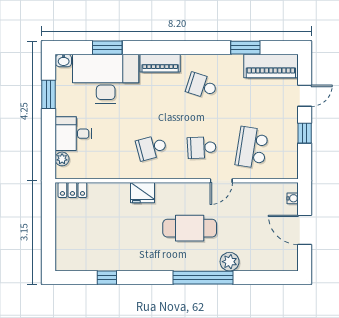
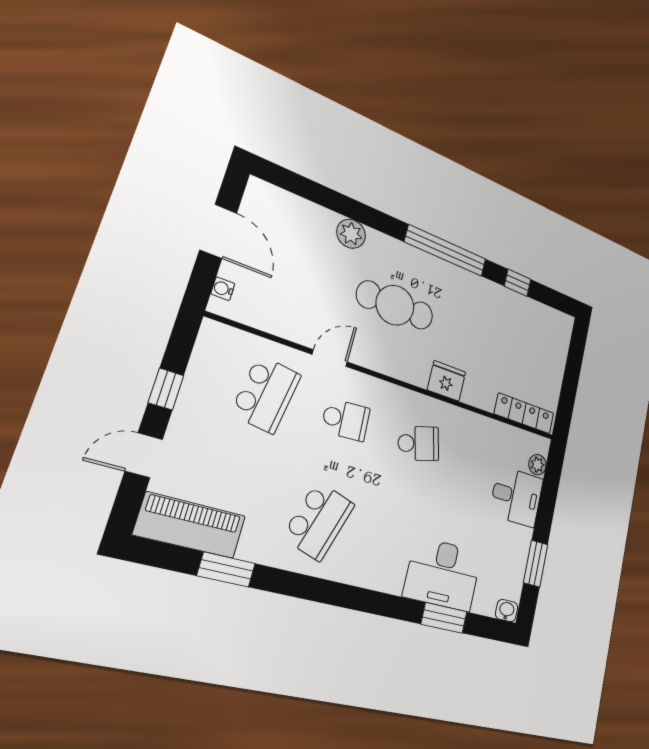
piano: (160, 63) -> (373, 575), removed
desk: (106, 79) -> (443, 574), width x0.73, depth x0.77
school desk: (202, 86) -> (319, 521), width x1.85
locker: (72, 190) -> (524, 413), width x1.53
window: (203, 278) -> (446, 251), moved

